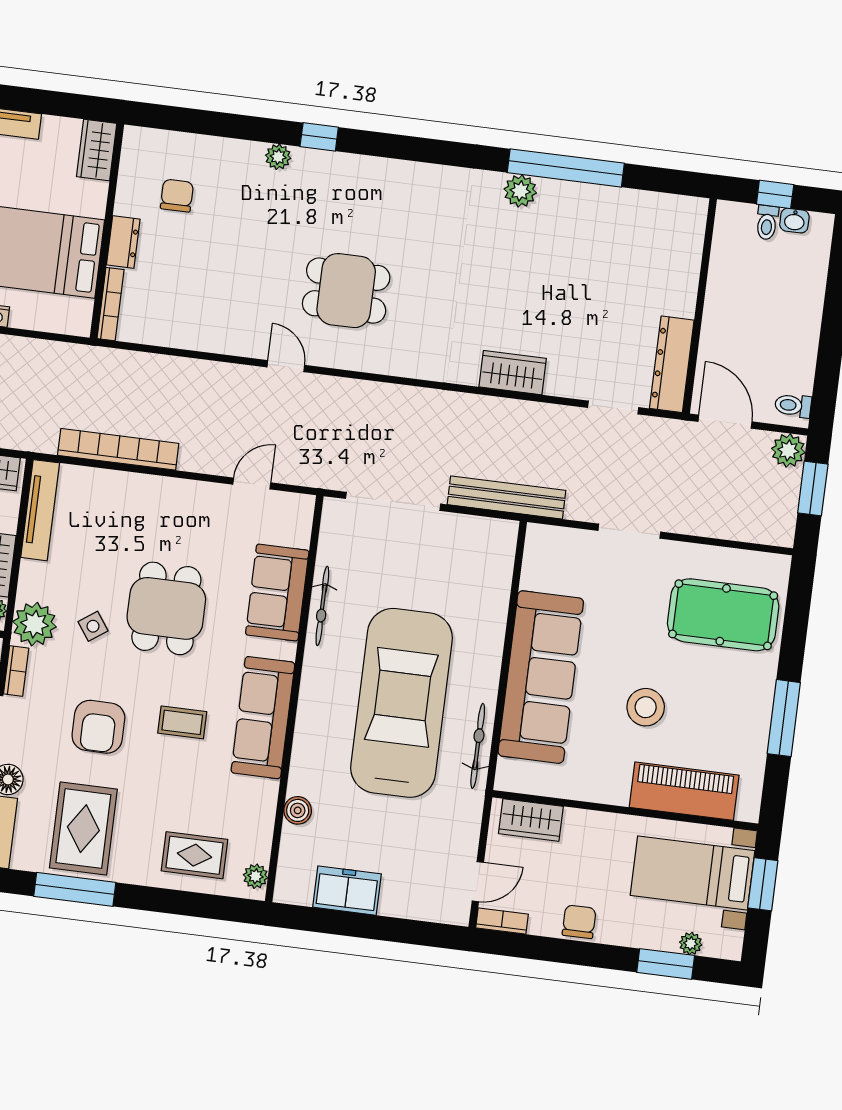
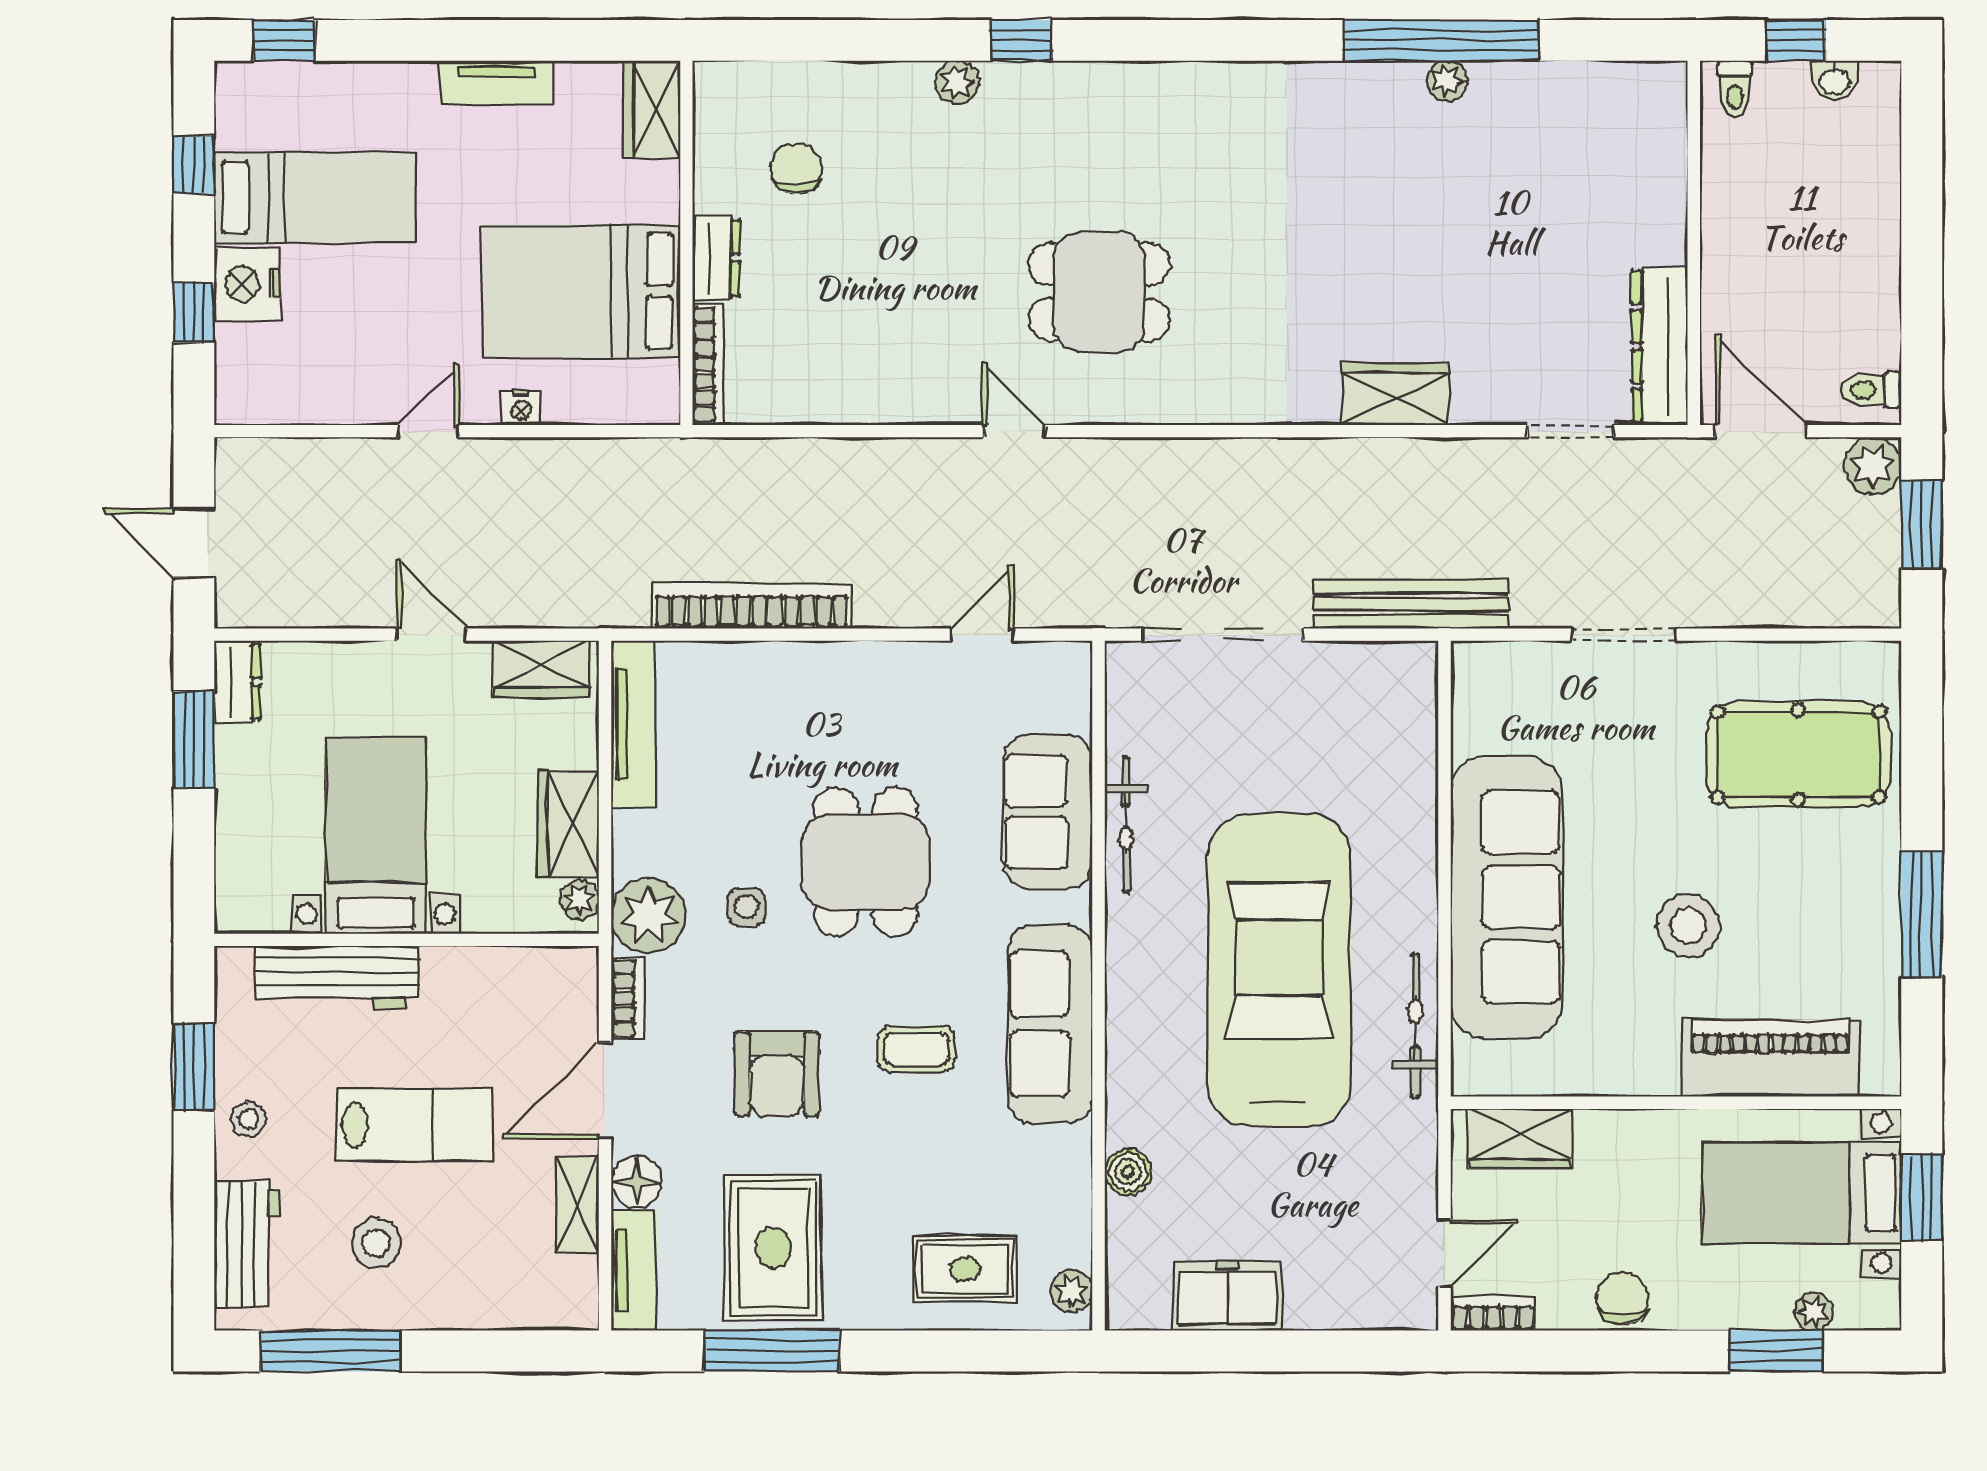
plant: (520, 191) -> (1447, 81), moved, width x0.73, depth x0.73
toilet: (767, 222) -> (1735, 89), moved
side table: (93, 626) -> (747, 907), turned 36

